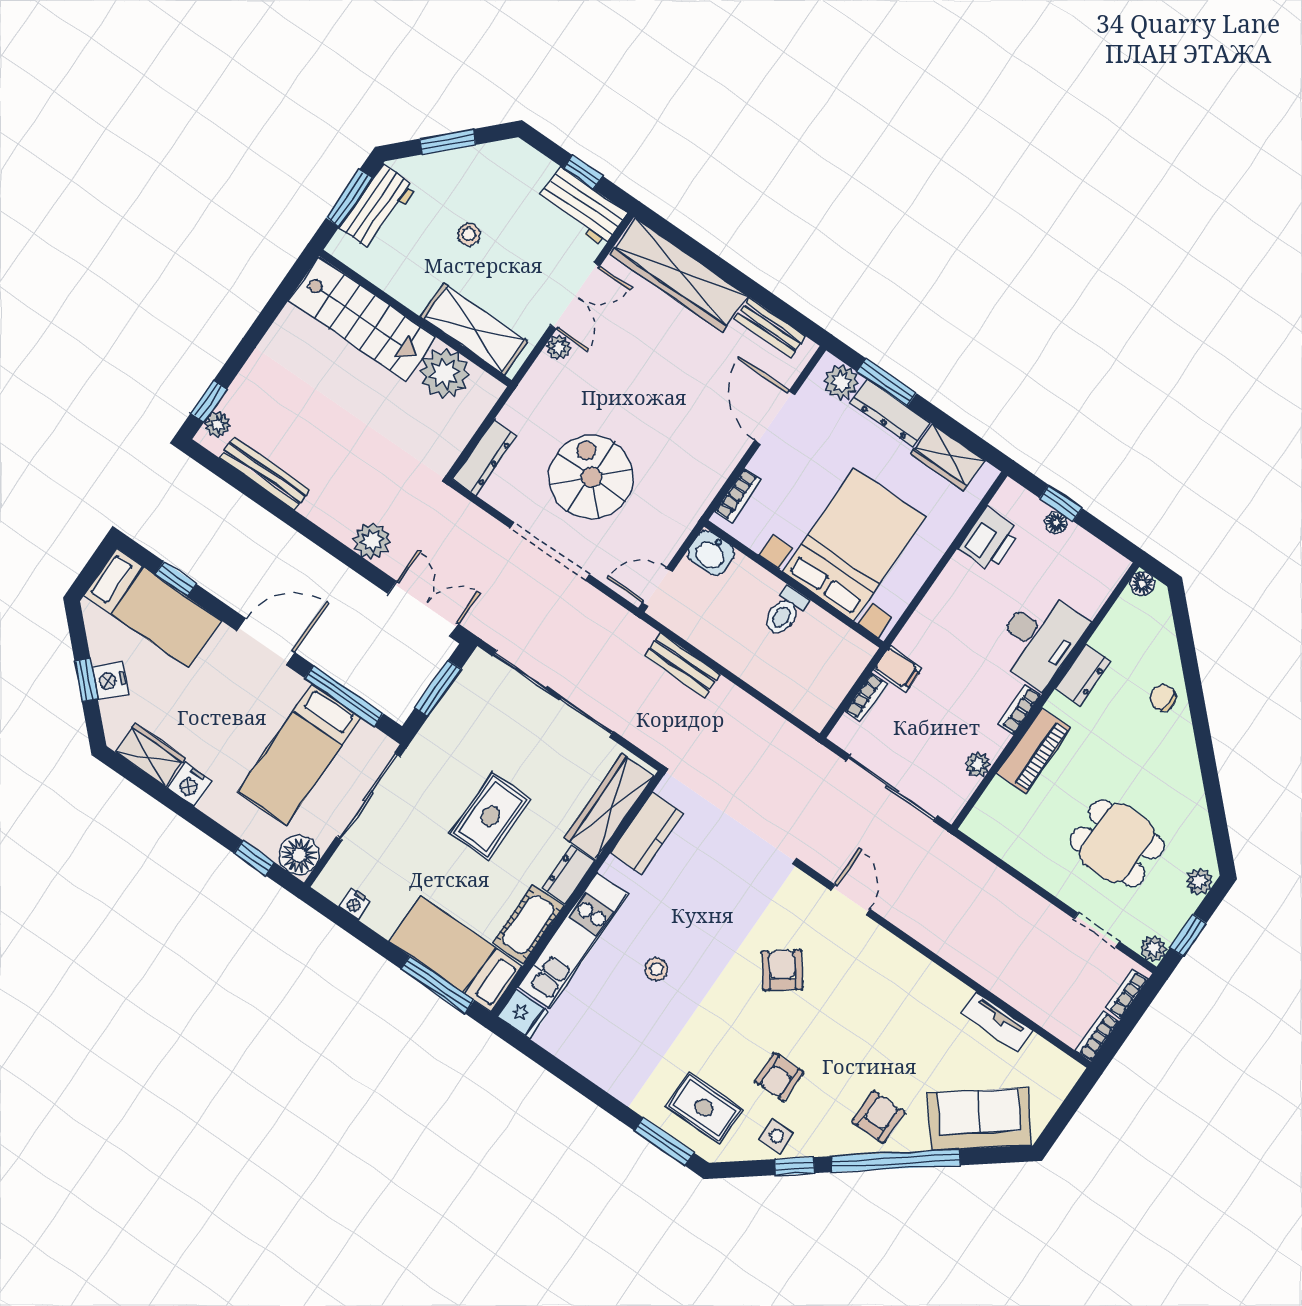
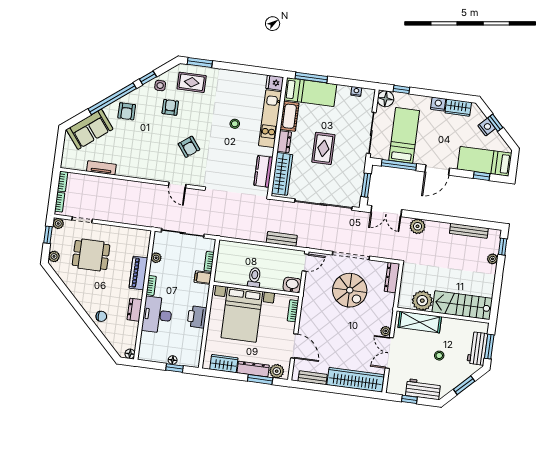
workbench: (582, 207) -> (423, 389), moved
plant: (218, 425) -> (492, 259), moved
printer: (989, 540) -> (197, 317), moved

